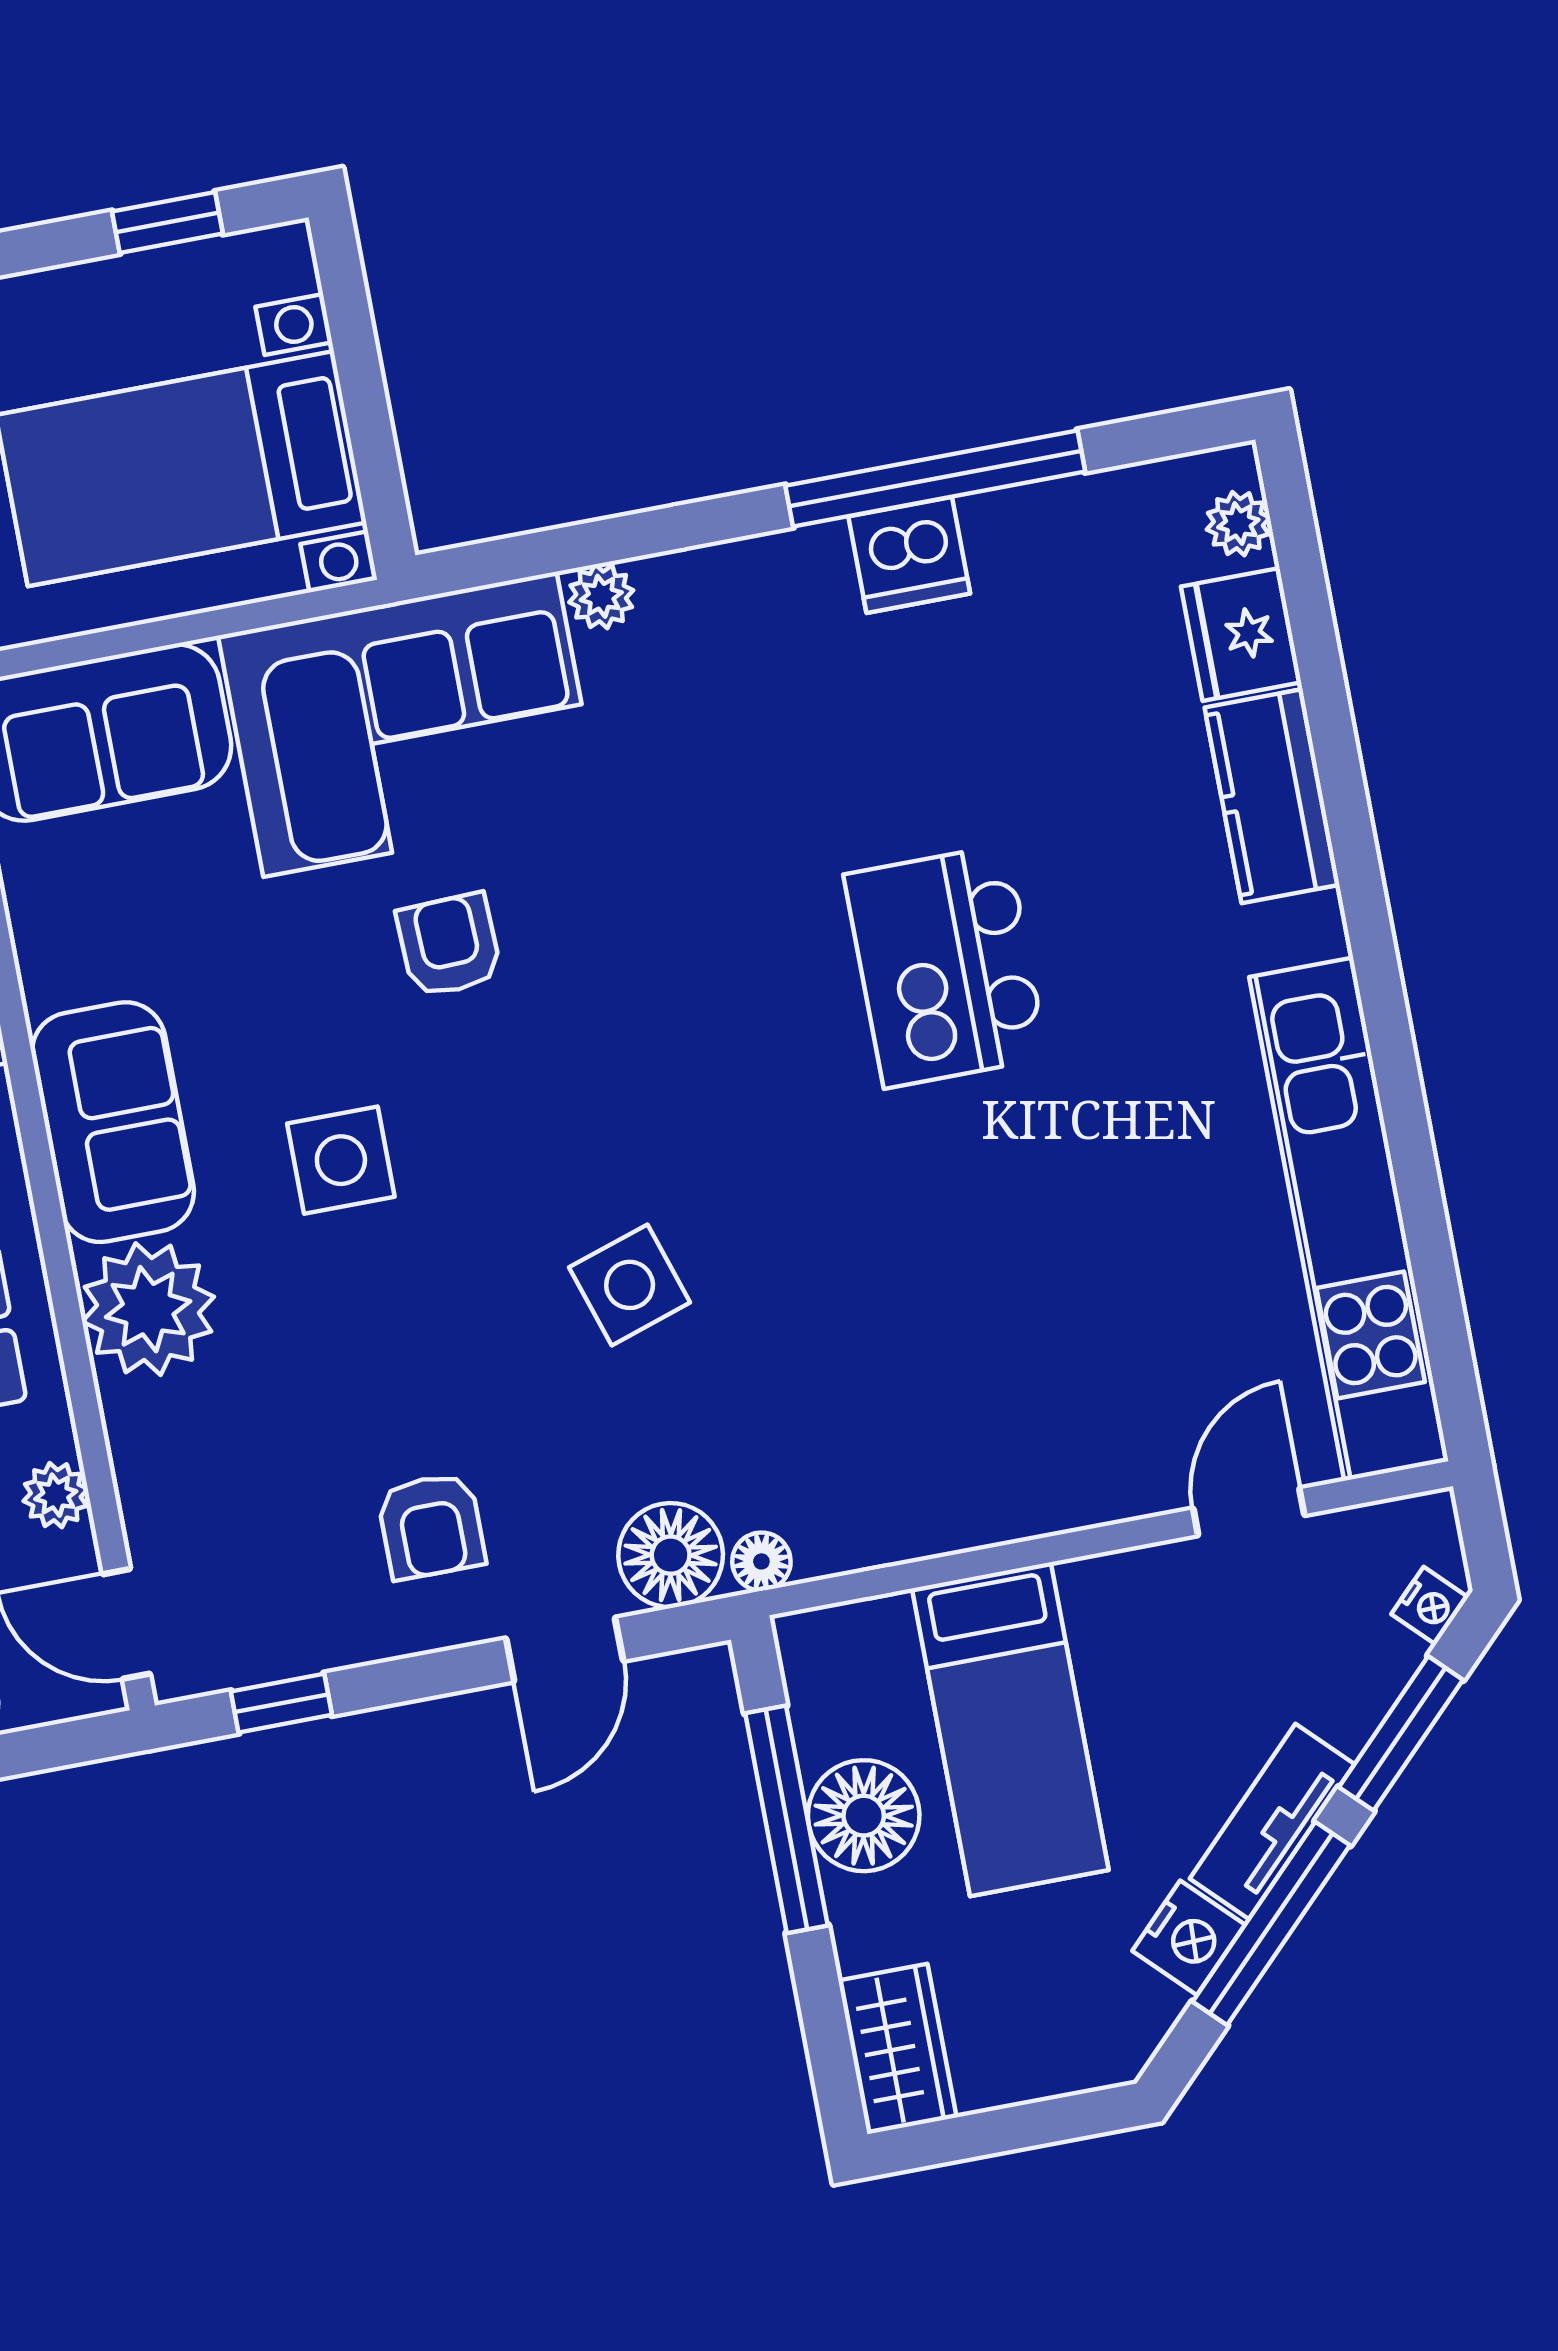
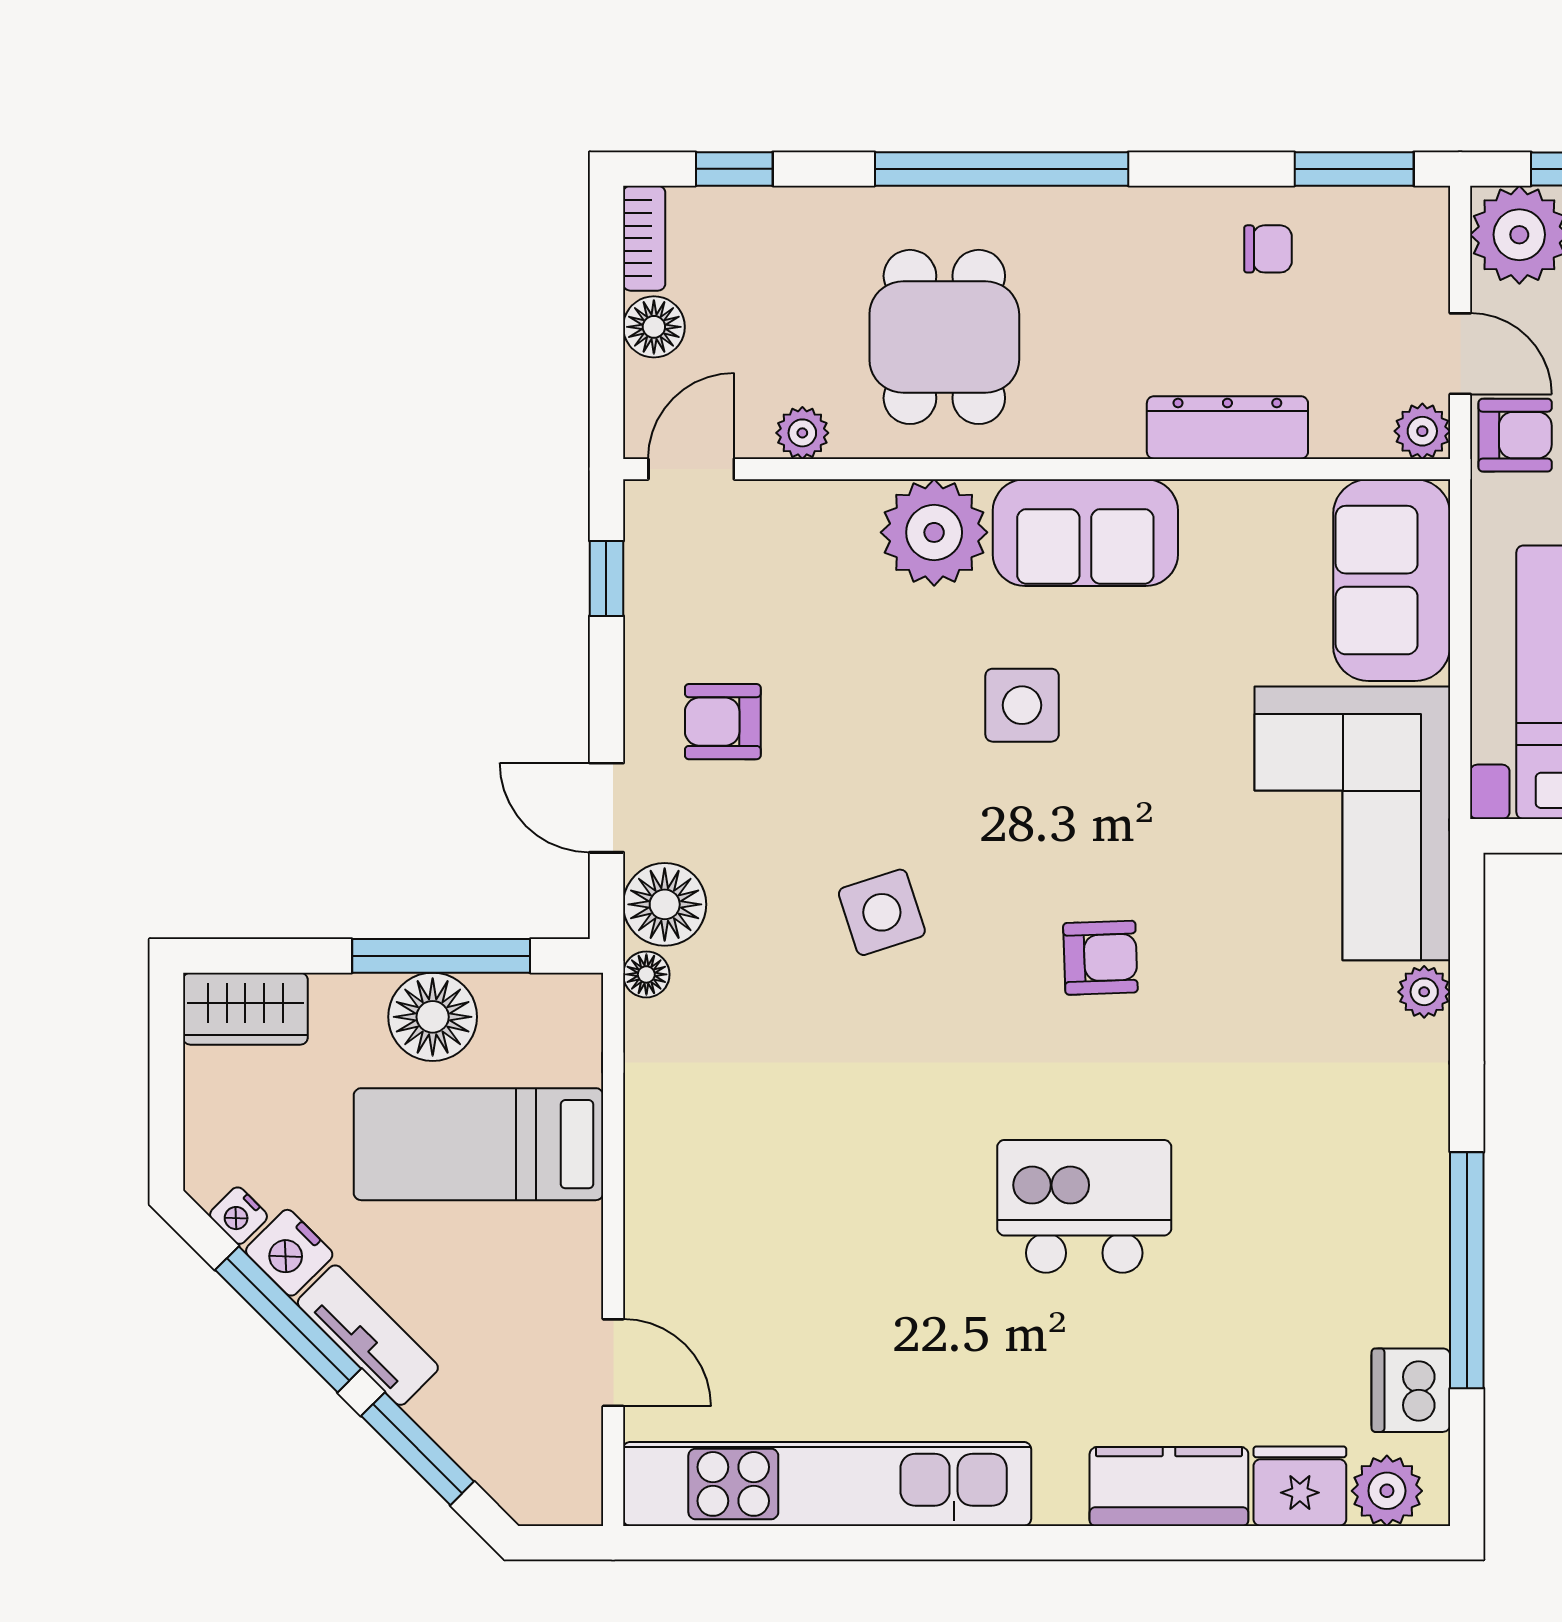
plant: (1238, 524) -> (1387, 1491), width x1.38, depth x1.38
dishwasher: (909, 555) -> (1411, 1390), moved
armchair: (449, 945) -> (1100, 958), moved
nightstand: (1430, 1606) -> (238, 1216), moved

